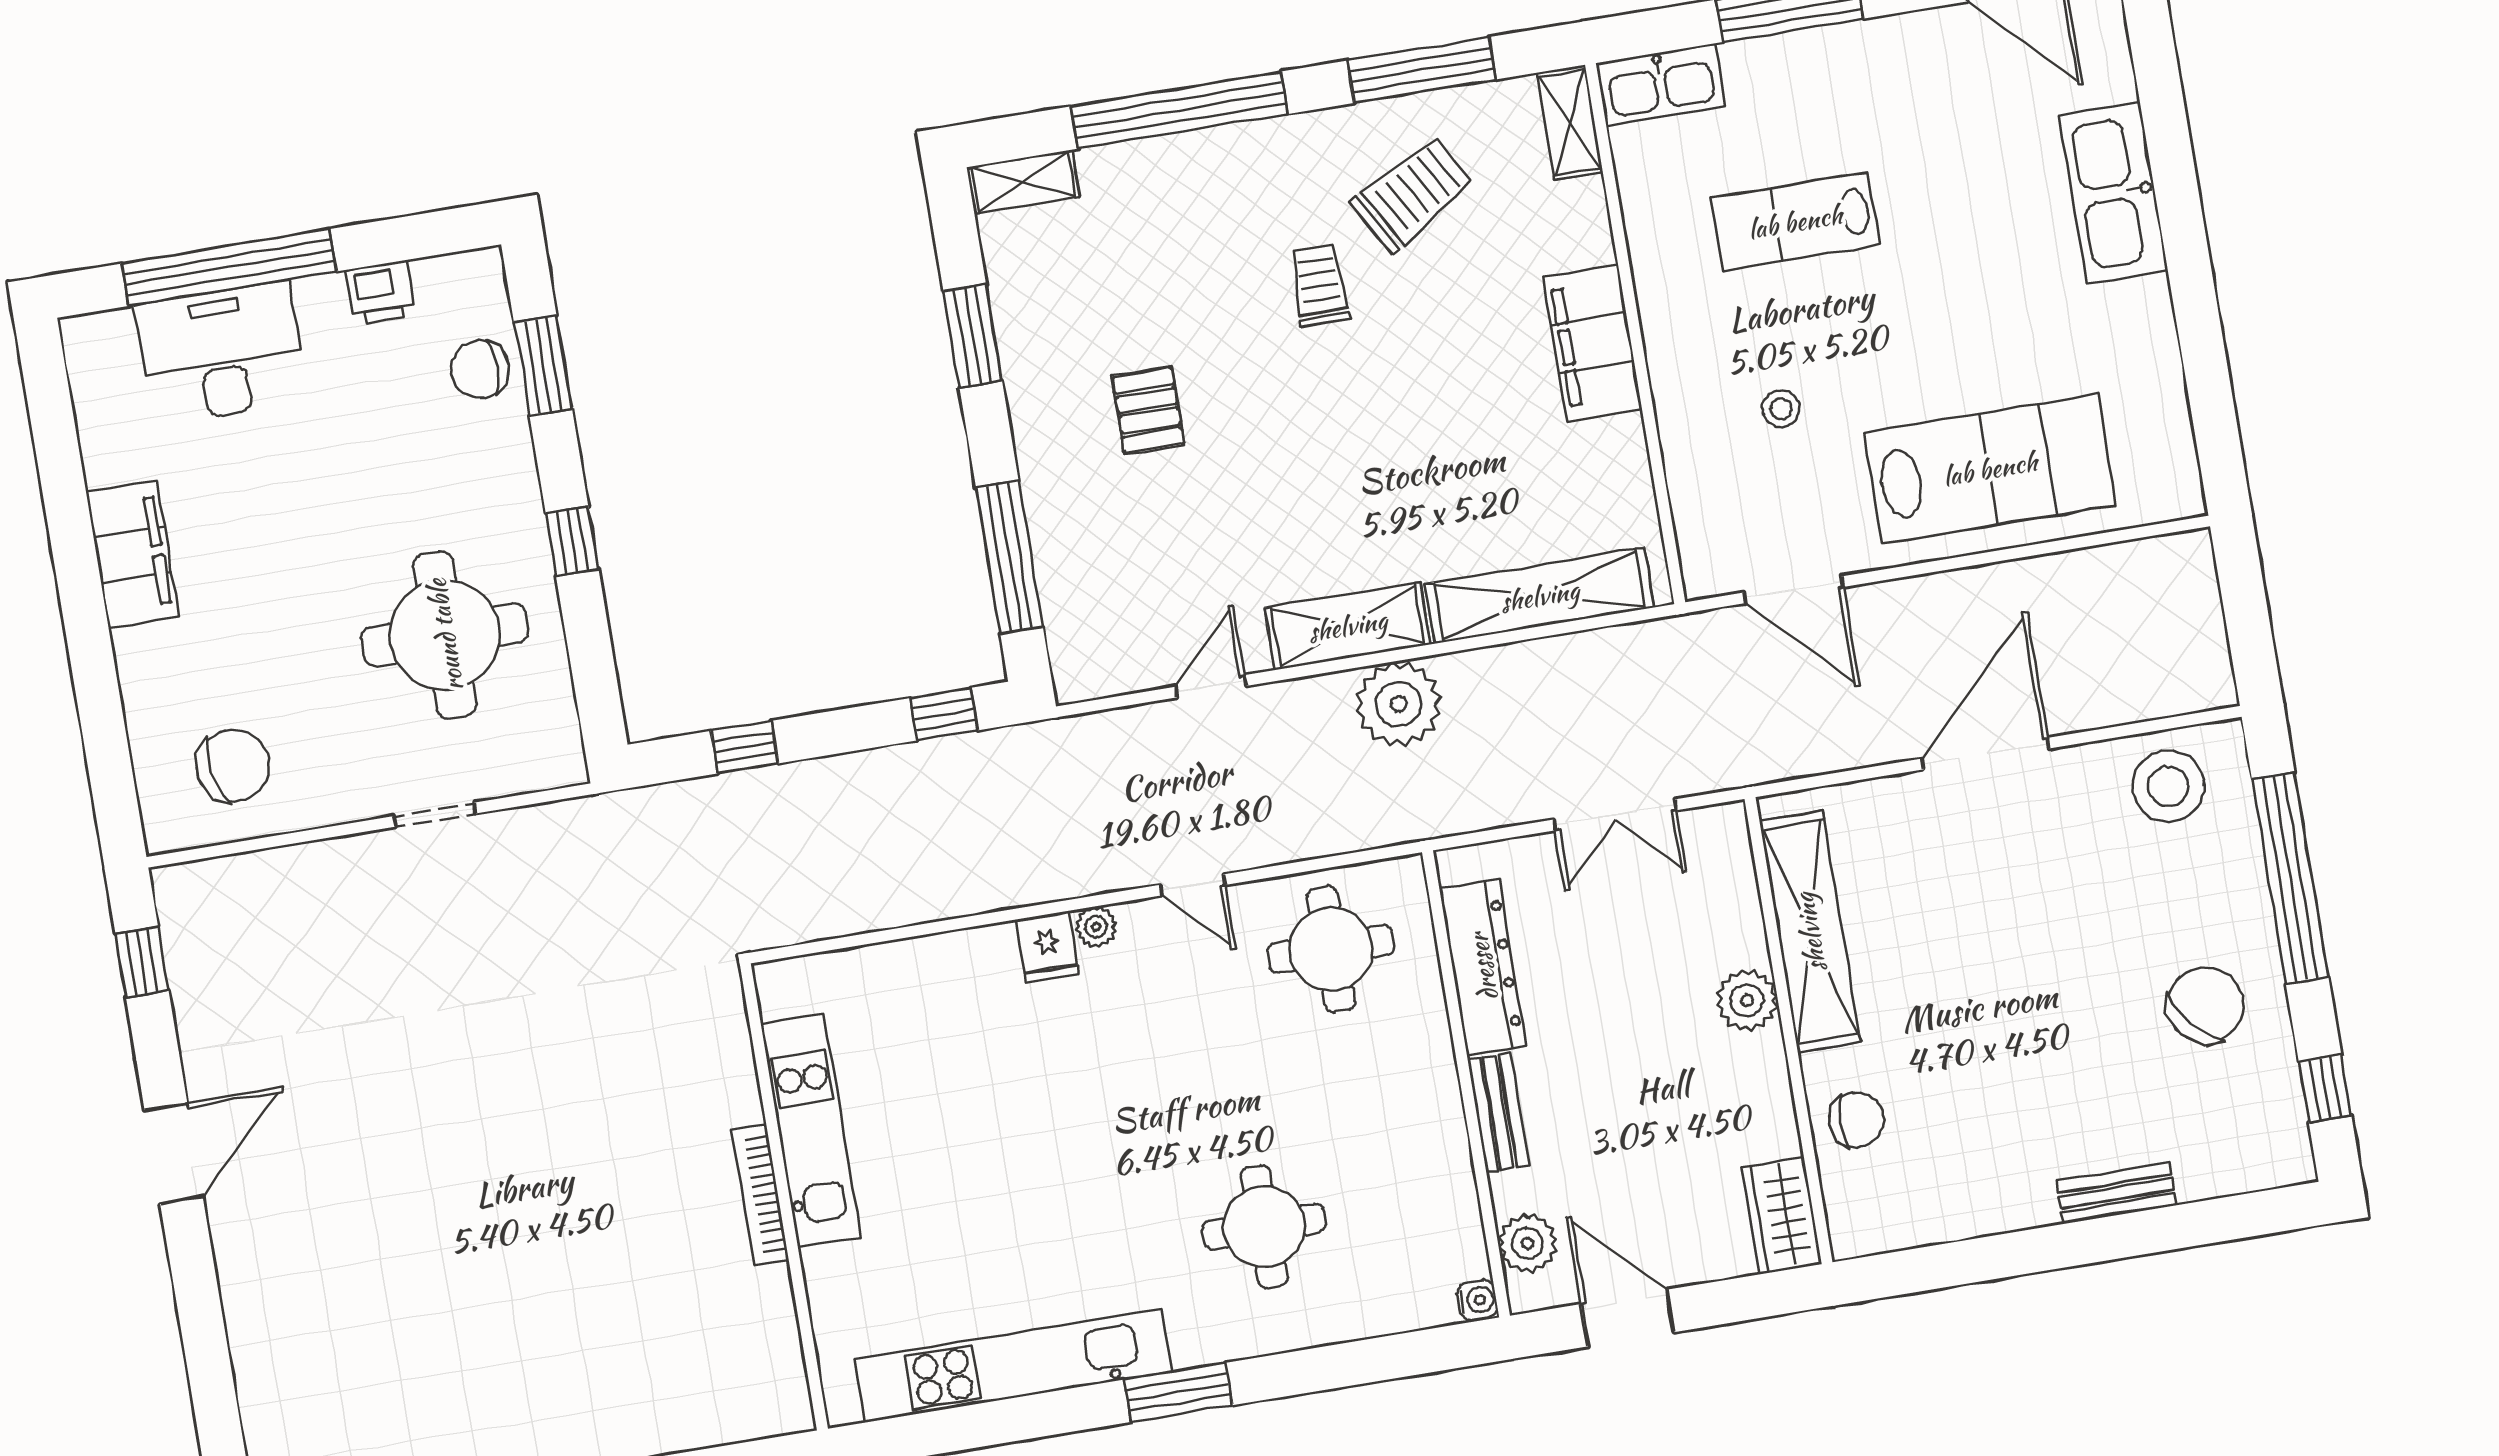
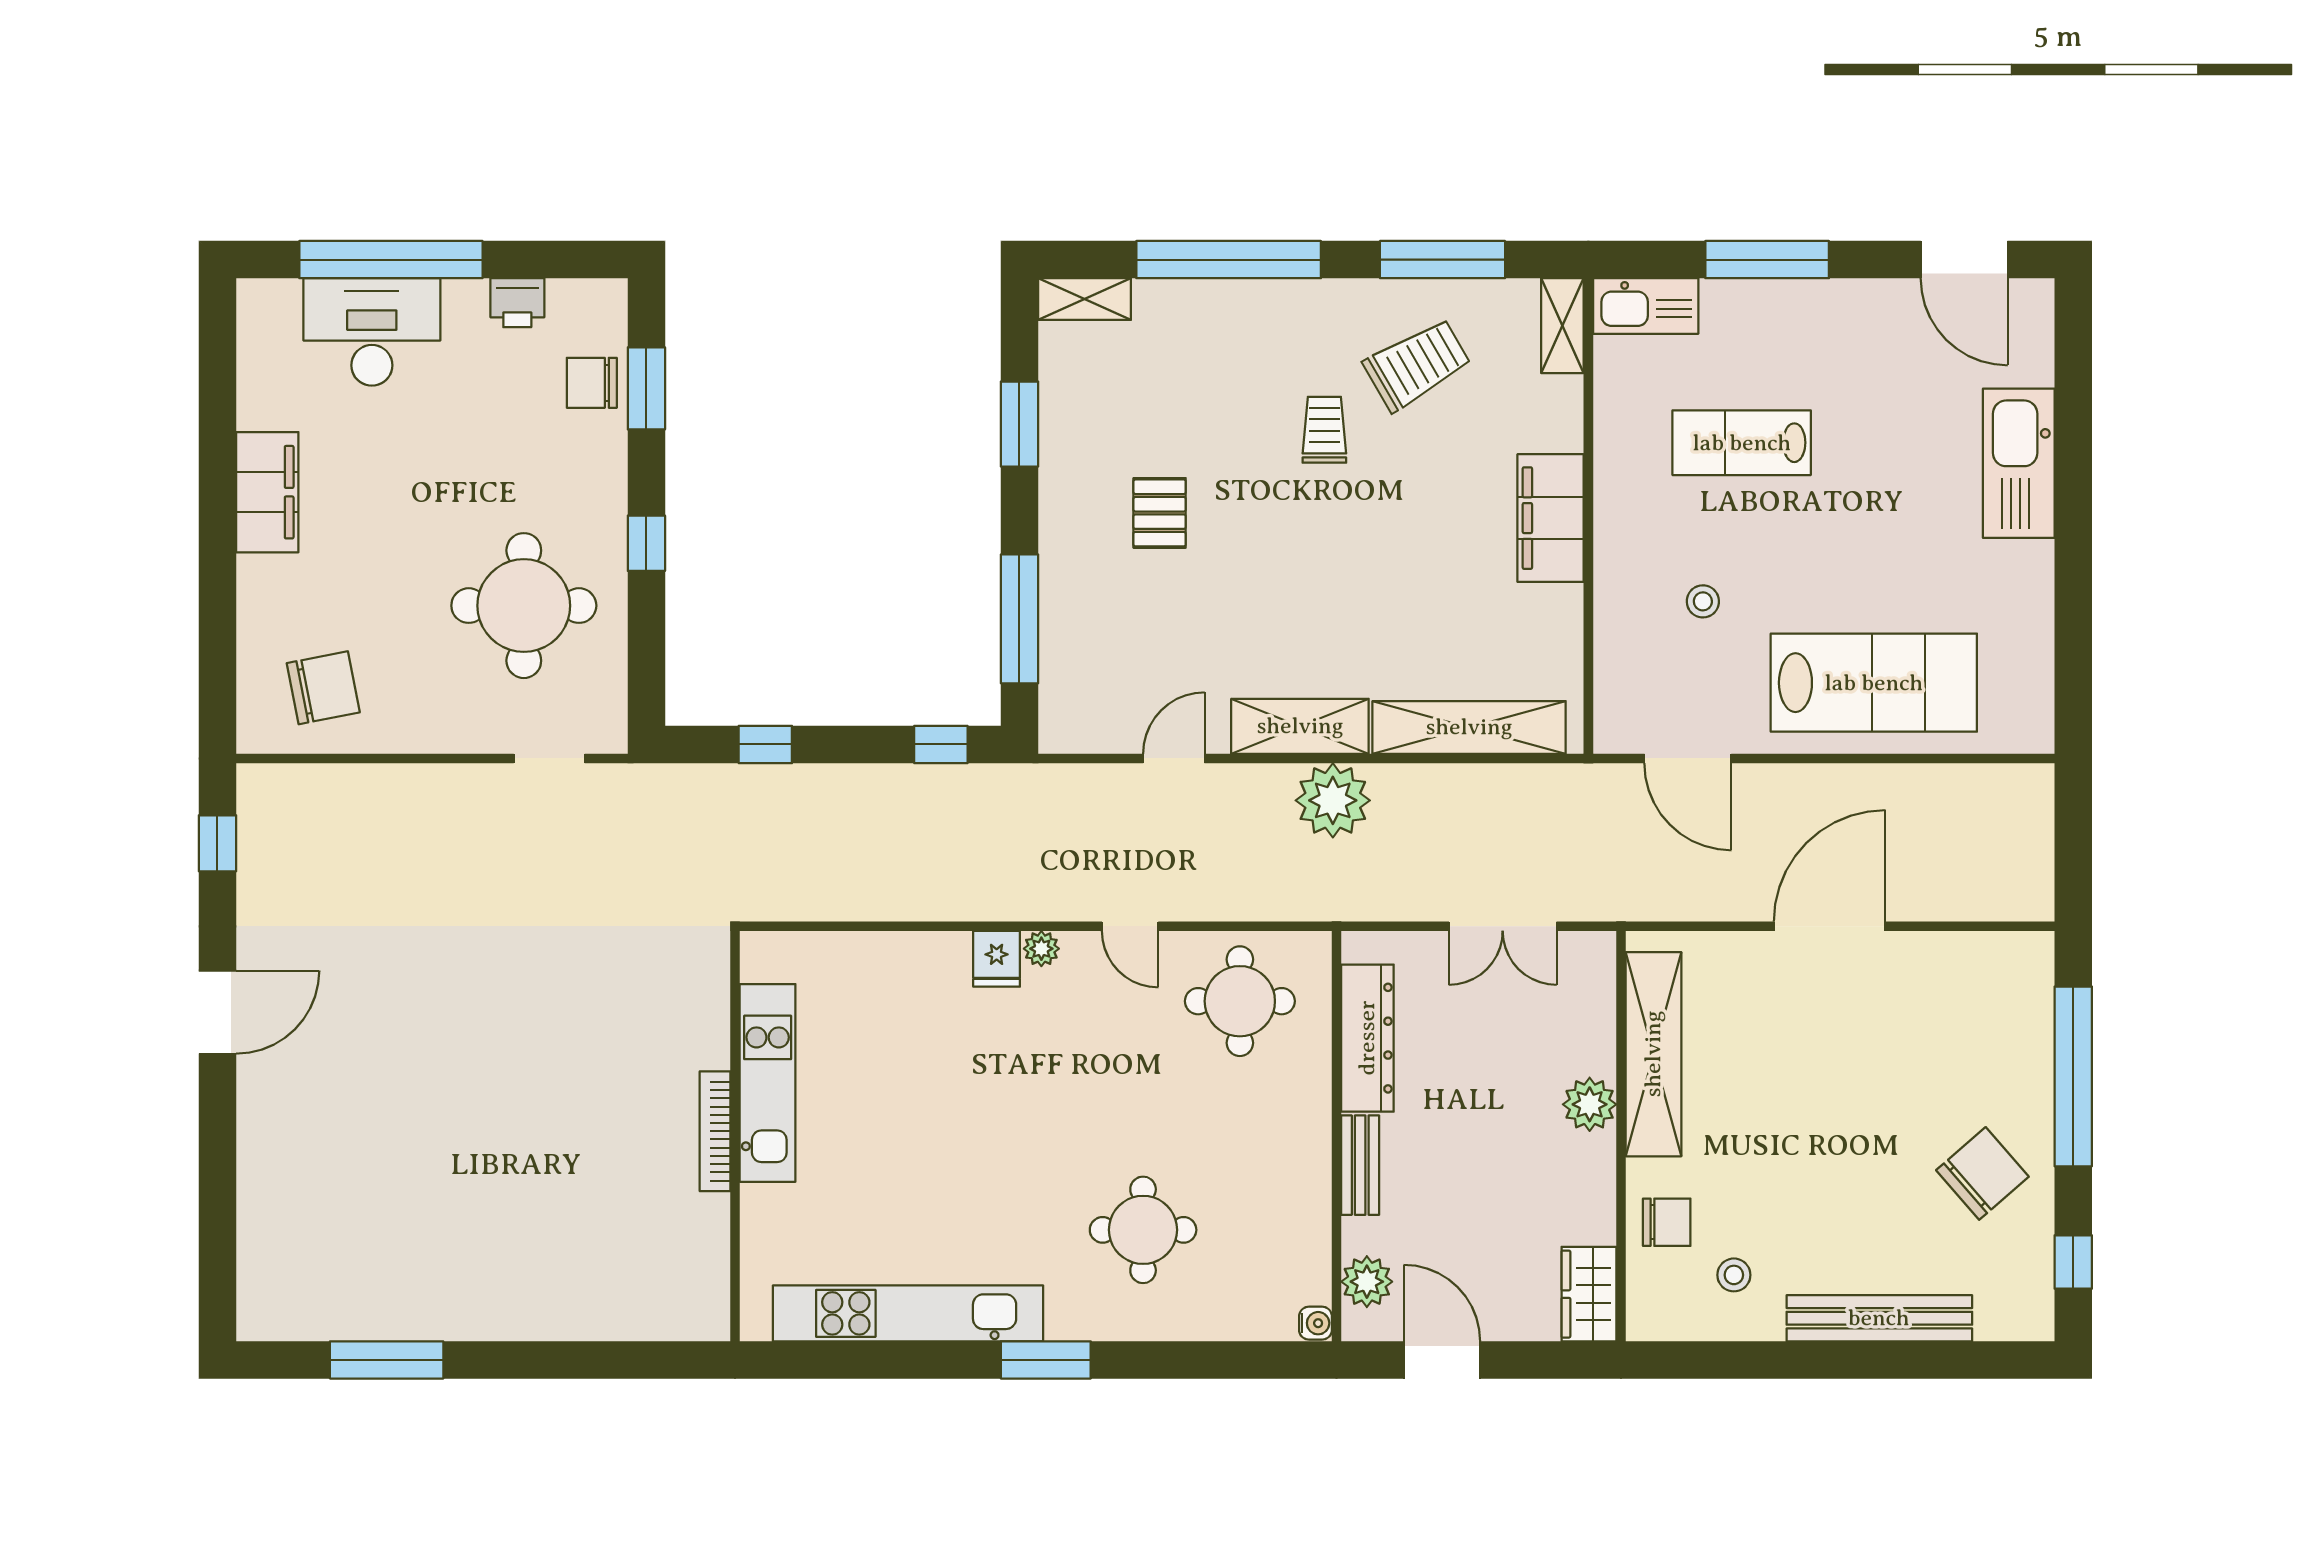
stool: (2168, 786) -> (1734, 1275), moved, width x0.53, depth x0.53
doorway: (435, 815) -> (549, 758), moved
bench: (2117, 1193) -> (1879, 1318), width x1.86, depth x1.21

